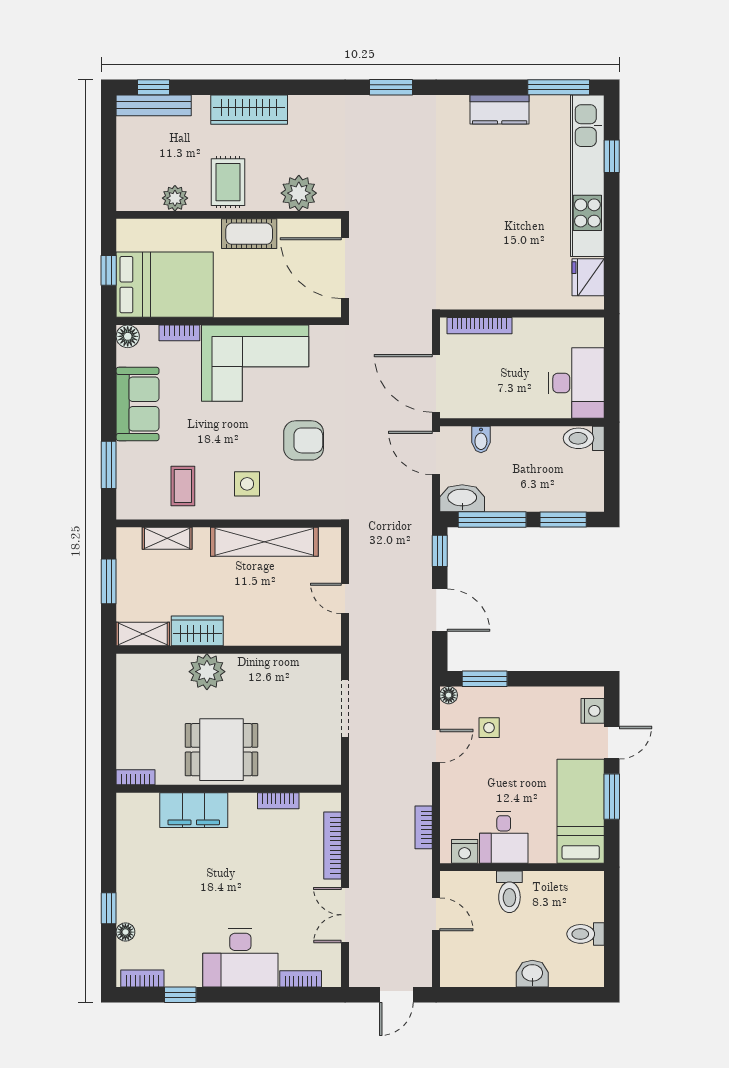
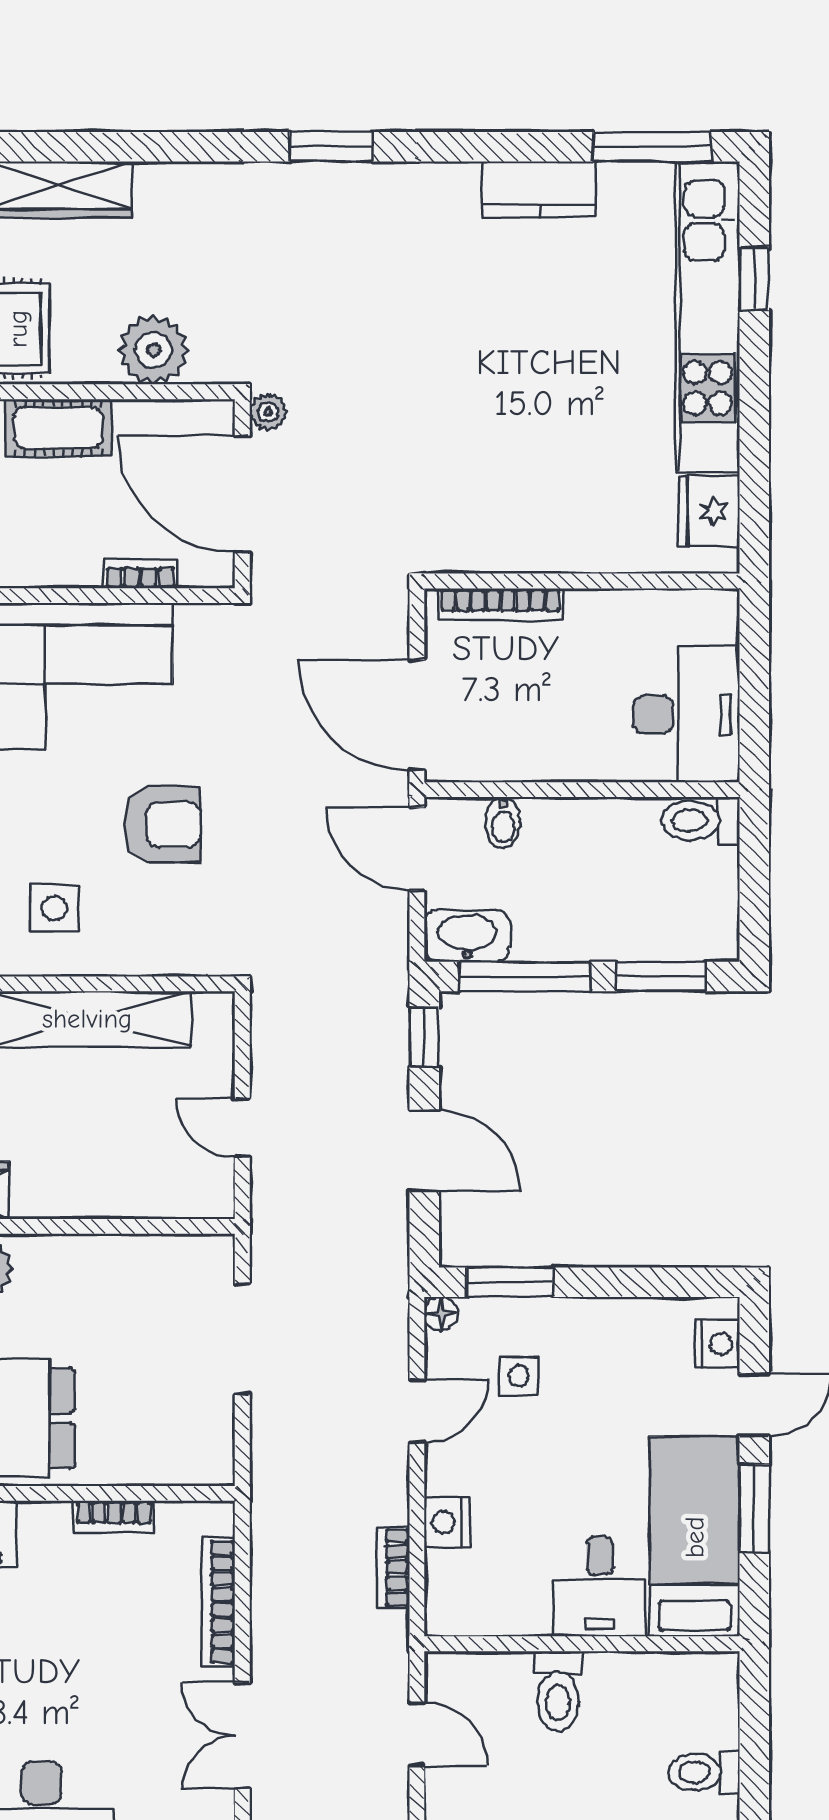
plant: (358, 225) -> (268, 412), added
bookcase: (292, 310) -> (140, 574), added
desk: (504, 837) -> (600, 1587), moved
nightstand: (465, 851) -> (447, 1522), moved, turned 90

